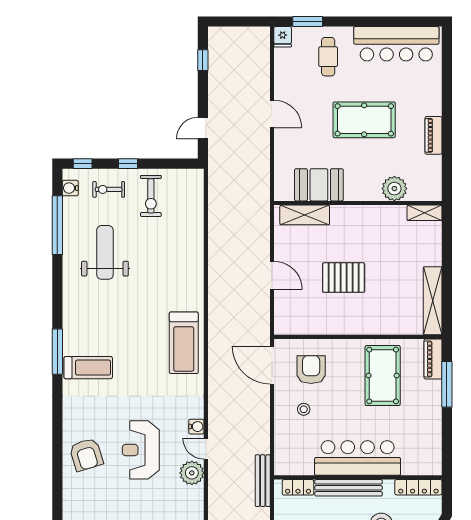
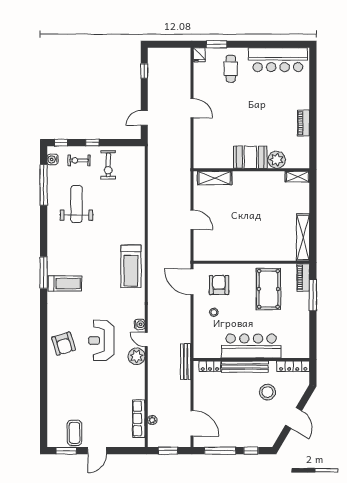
pool table: (364, 120) -> (256, 112), removed
booth: (319, 185) -> (250, 157), moved
pallet: (344, 278) -> (241, 221), removed

